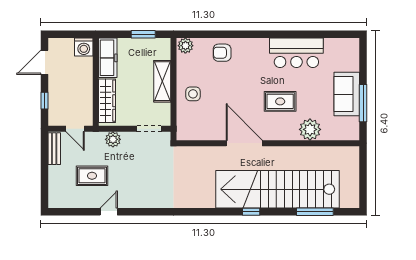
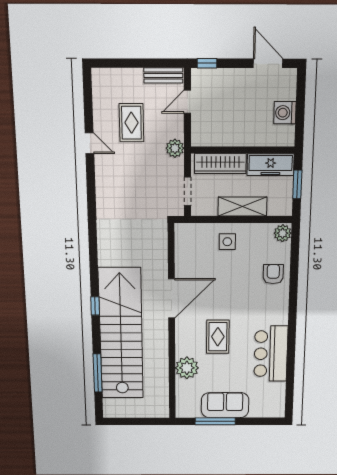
freezer: (108, 58) -> (271, 165), moved
wall: (96, 82) -> (243, 150), moved
window: (44, 101) -> (207, 63), moved
wardrobe: (107, 101) -> (220, 164), moved

